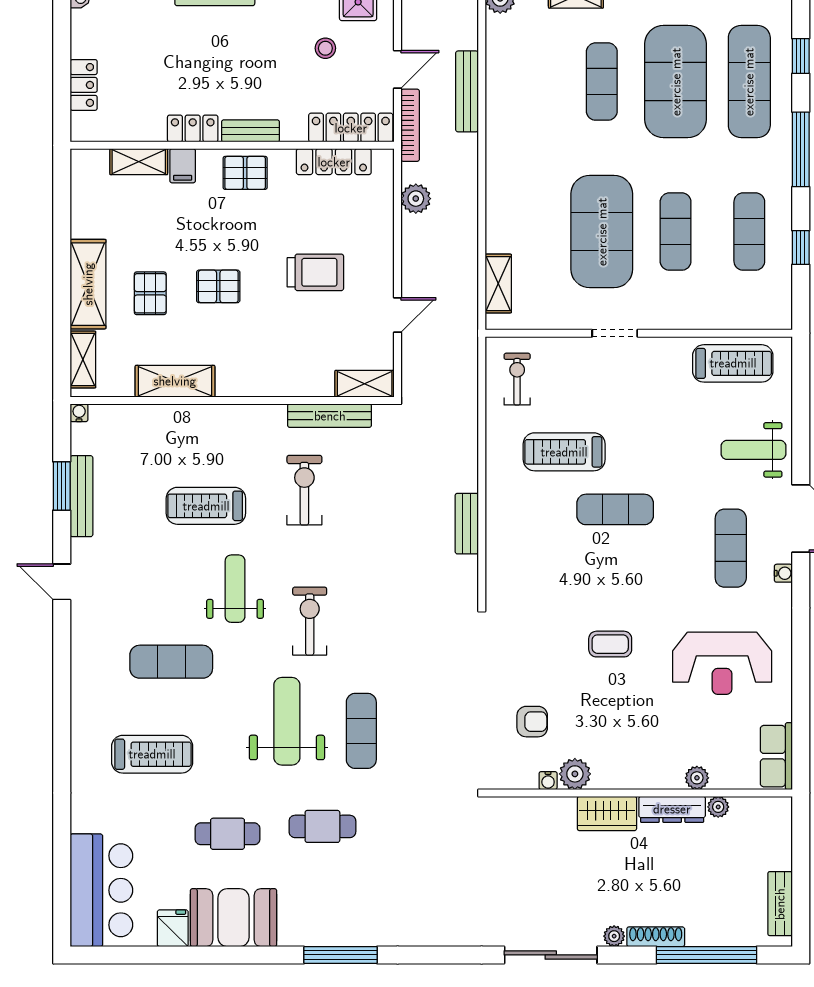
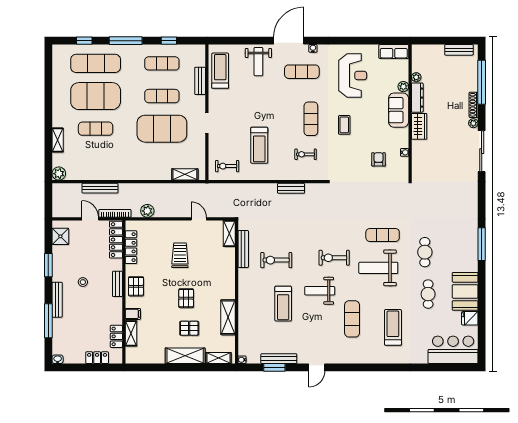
stool: (325, 48) -> (83, 282), moved
locker: (193, 129) -> (116, 336), moved
bench: (710, 318) -> (200, 81), added
exercise mat: (615, 509) -> (311, 119), moved
exercise bike: (544, 557) -> (306, 154), added
sofa: (644, 767) -> (399, 110), added
plant: (575, 774) -> (402, 141), removed

